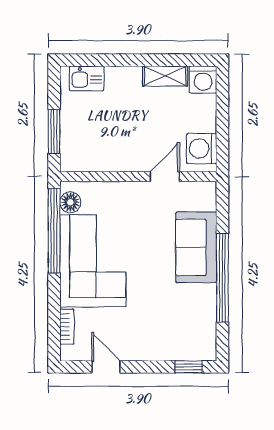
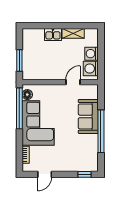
kitchen sink: (87, 78) -> (53, 35), moved
washing machine: (203, 79) -> (92, 54), moved, turned 90
door: (106, 367) -> (45, 174), swing flipped

